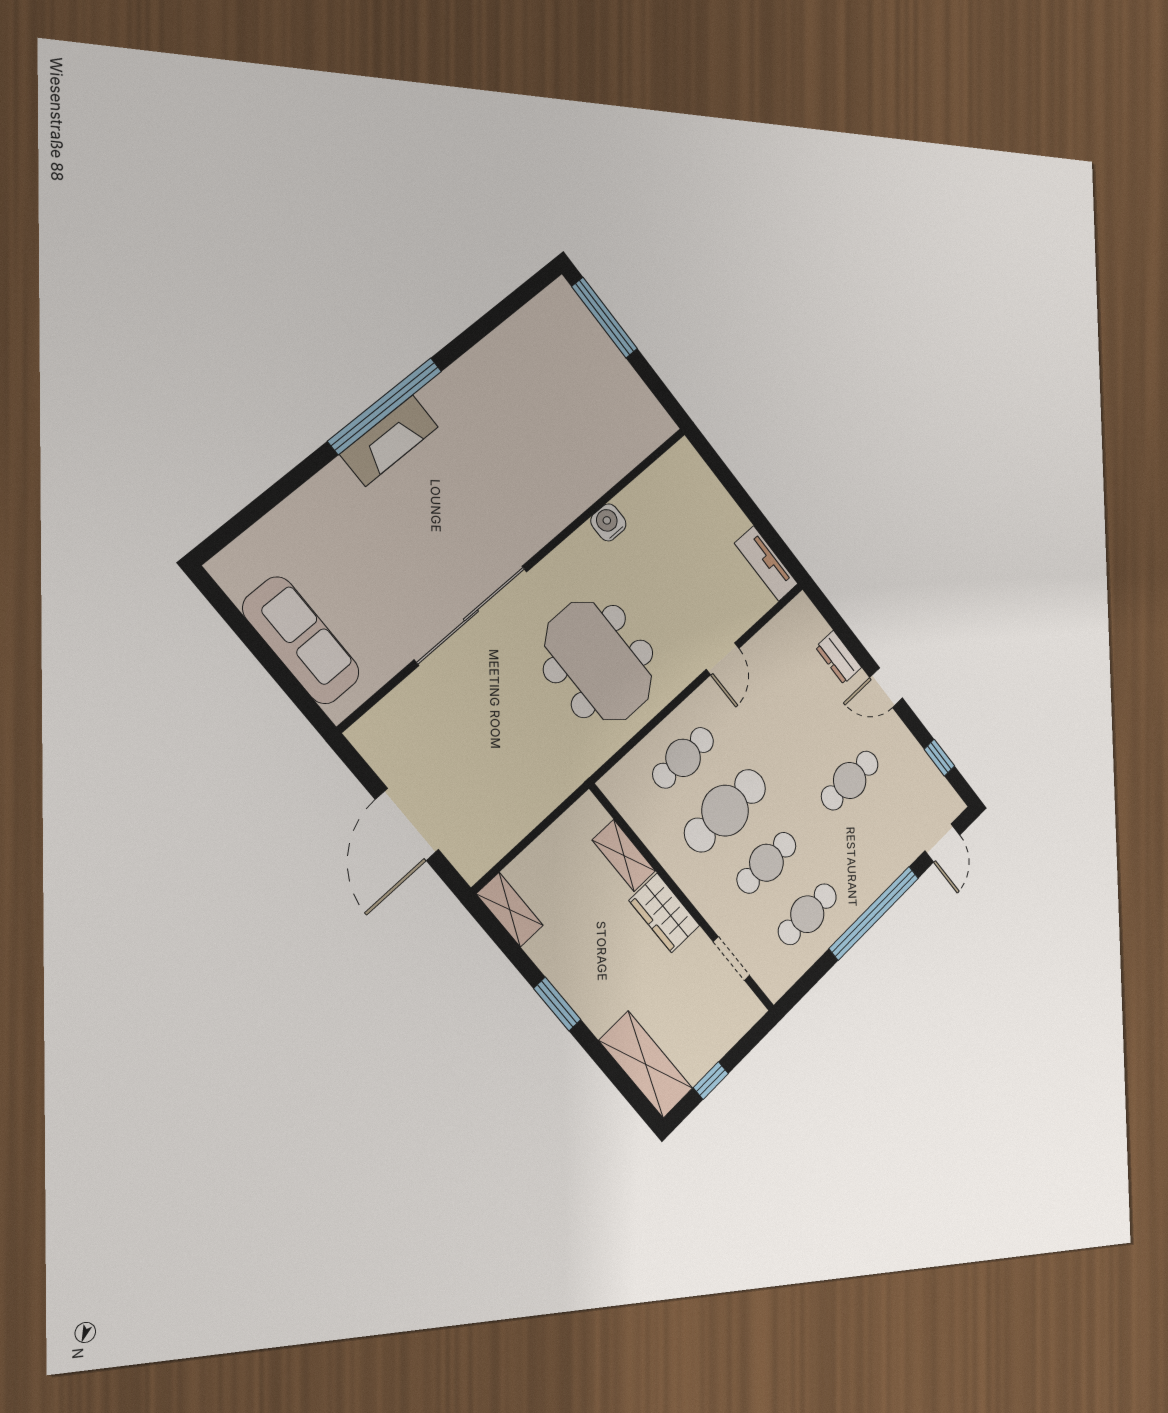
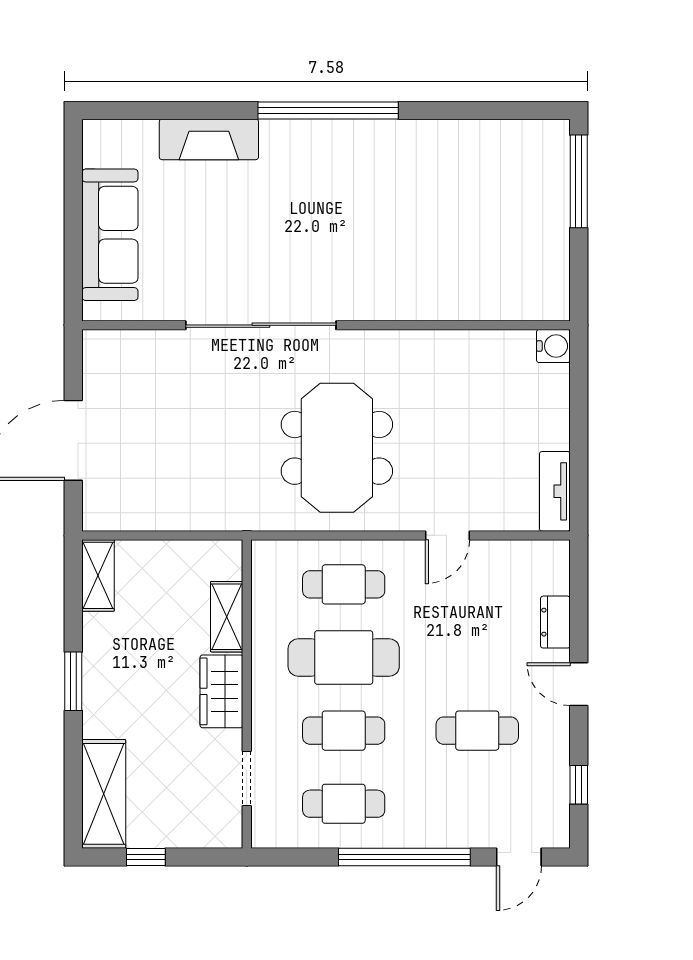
fireplace: (389, 441) -> (209, 139), moved
water cooler: (608, 522) -> (553, 346), moved, turned 90

